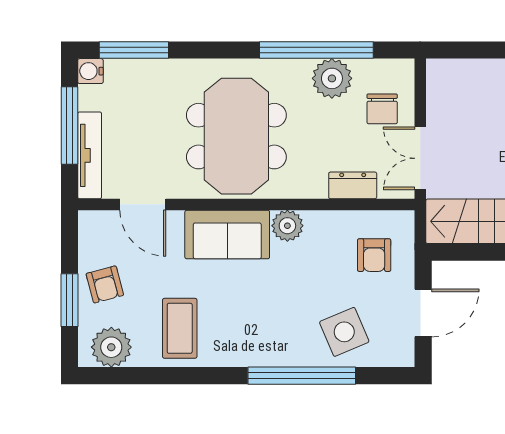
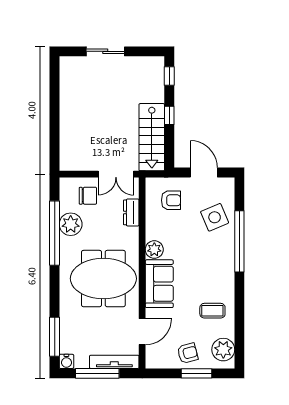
coffee table: (180, 328) -> (212, 311), width x0.73, depth x0.77

